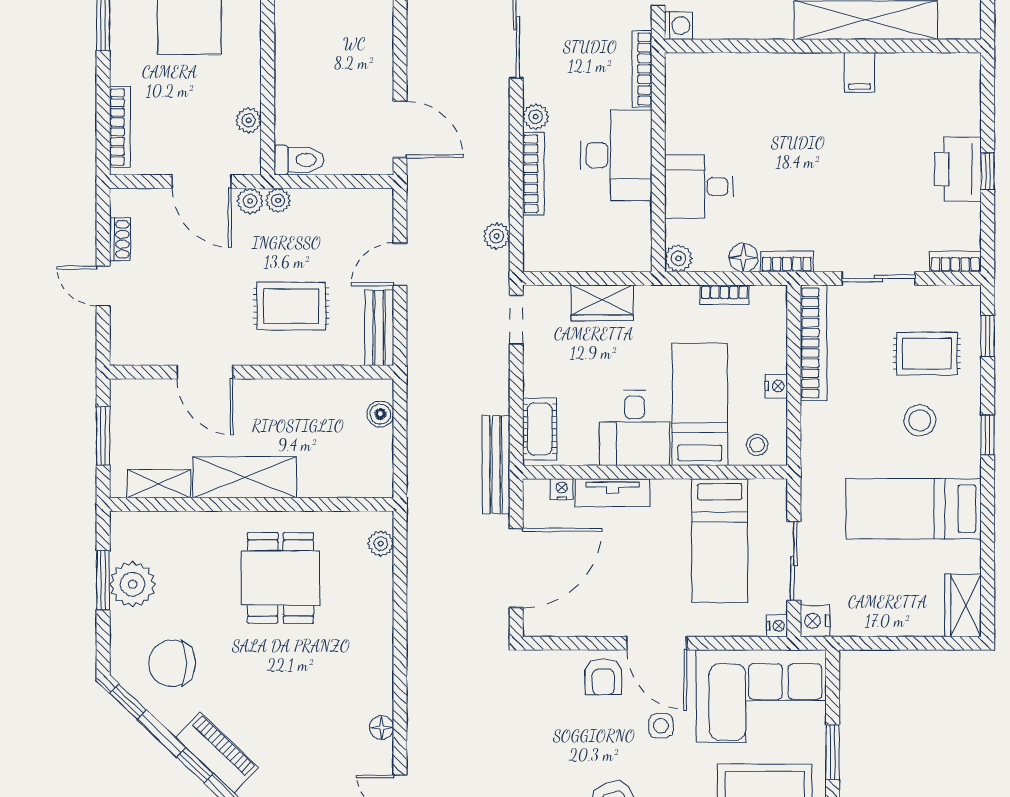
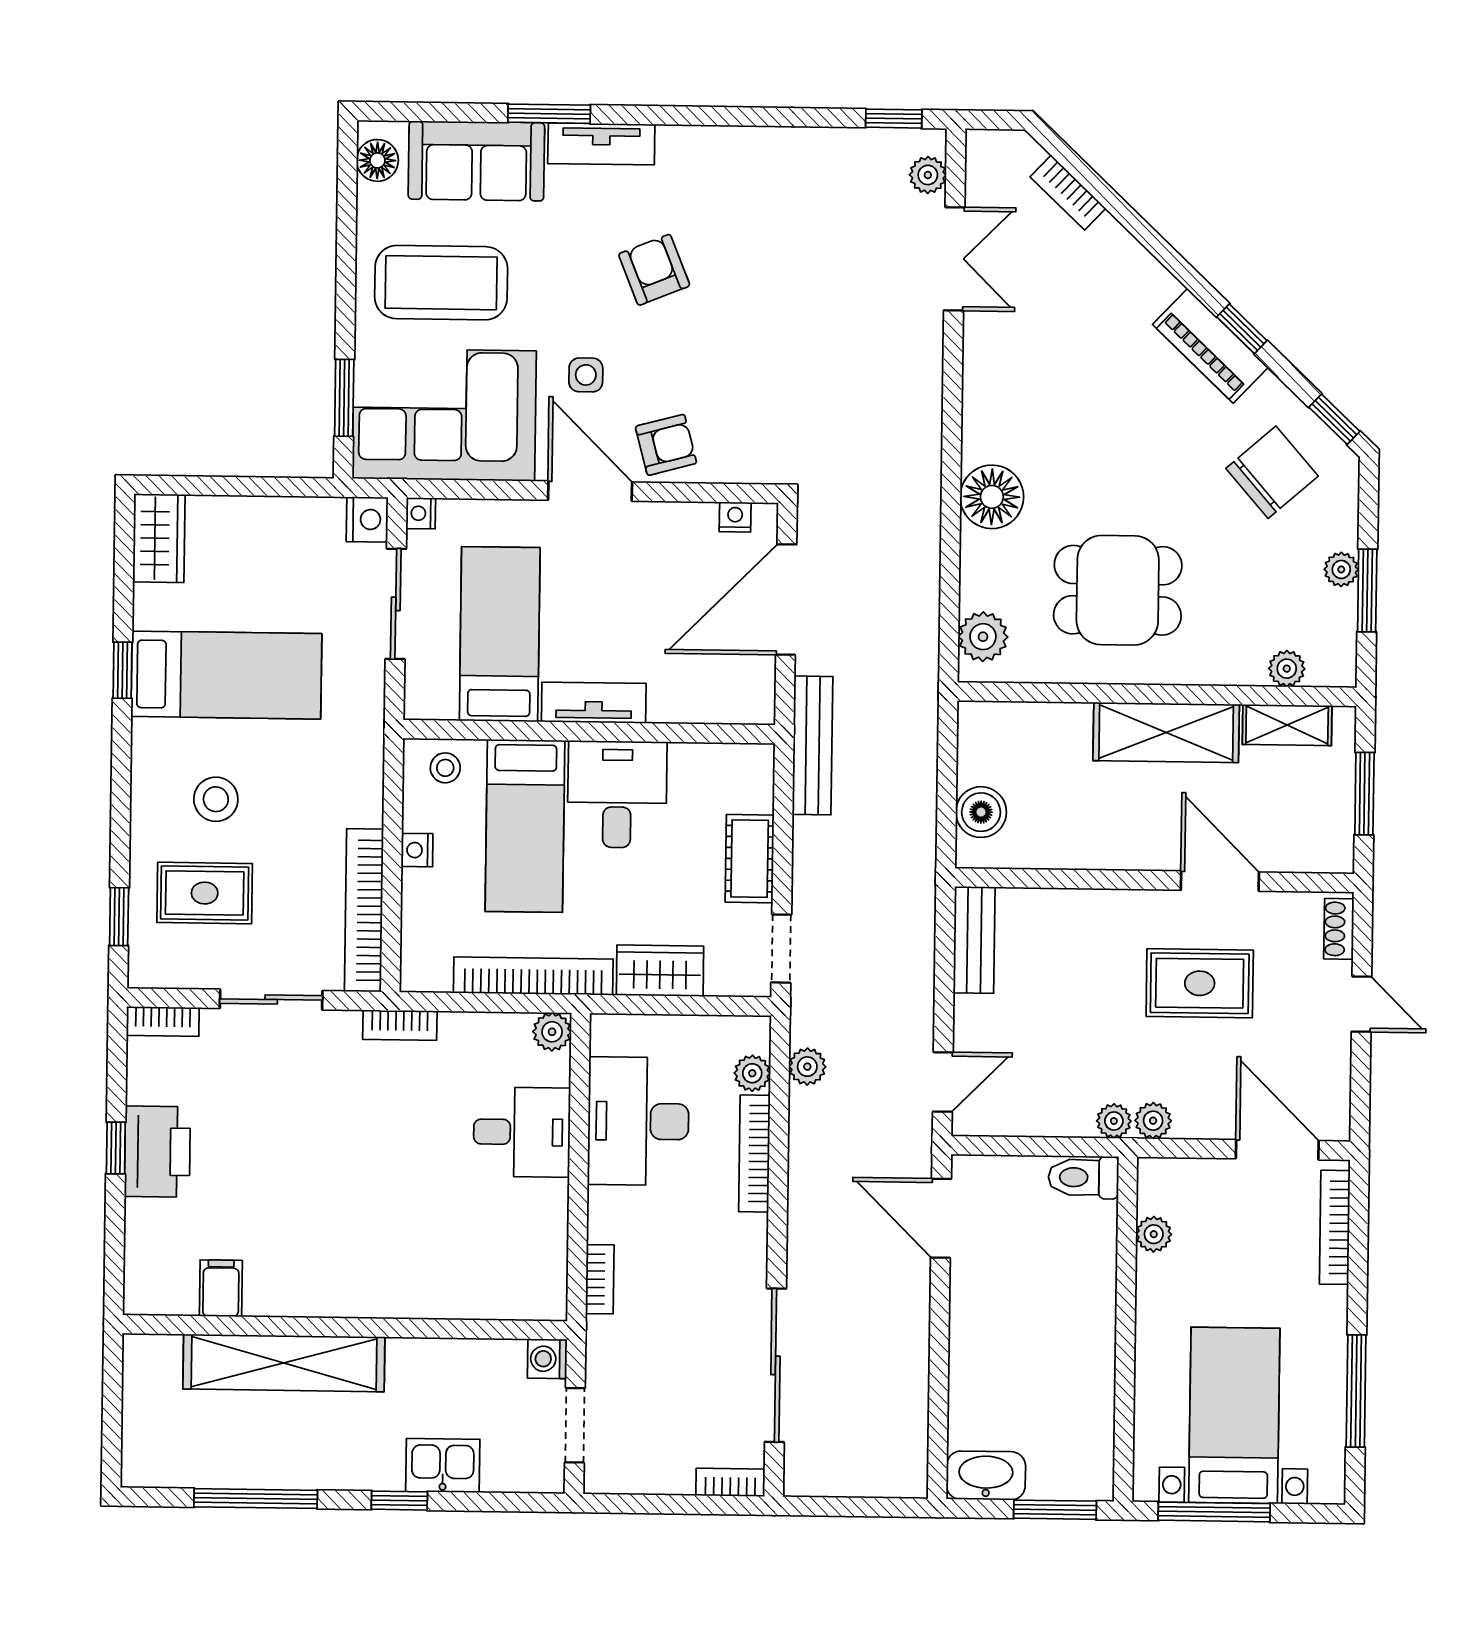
bookcase: (642, 69) -> (600, 1279), width x0.64
filing cabinet: (860, 73) -> (221, 1288), moved
plant: (536, 117) -> (752, 1073), moved
desk: (616, 155) -> (638, 1121), moved
door: (202, 182) -> (1277, 1150), moved
shoe rack: (120, 239) -> (1339, 929), moved
floor lamp: (743, 258) -> (461, 1032), removed
door: (400, 264) -> (943, 1082), moved
bookcase: (725, 295) -> (533, 976), width x2.31, depth x1.31
rug: (291, 306) -> (1200, 983), moved
boiler: (380, 414) -> (981, 812), width x1.36, depth x1.36
cot: (540, 429) -> (750, 859), moved
window: (988, 435) -> (122, 670), moved
nightstand: (562, 489) -> (735, 517), moved, turned 180
tv unit: (613, 493) -> (594, 703), moved
plant: (160, 524) -> (1287, 669), added
plant: (381, 544) -> (983, 637), width x1.38, depth x1.38
dining table: (281, 578) -> (1118, 590), turned 90
plant: (132, 584) -> (1341, 569), width x0.53, depth x0.53
chair: (172, 663) -> (1272, 472), turned -41
armchair: (603, 677) -> (666, 445), turned 75
floor lamp: (382, 727) -> (992, 497), moved, width x1.89, depth x1.89
window: (833, 752) -> (344, 398), moved

